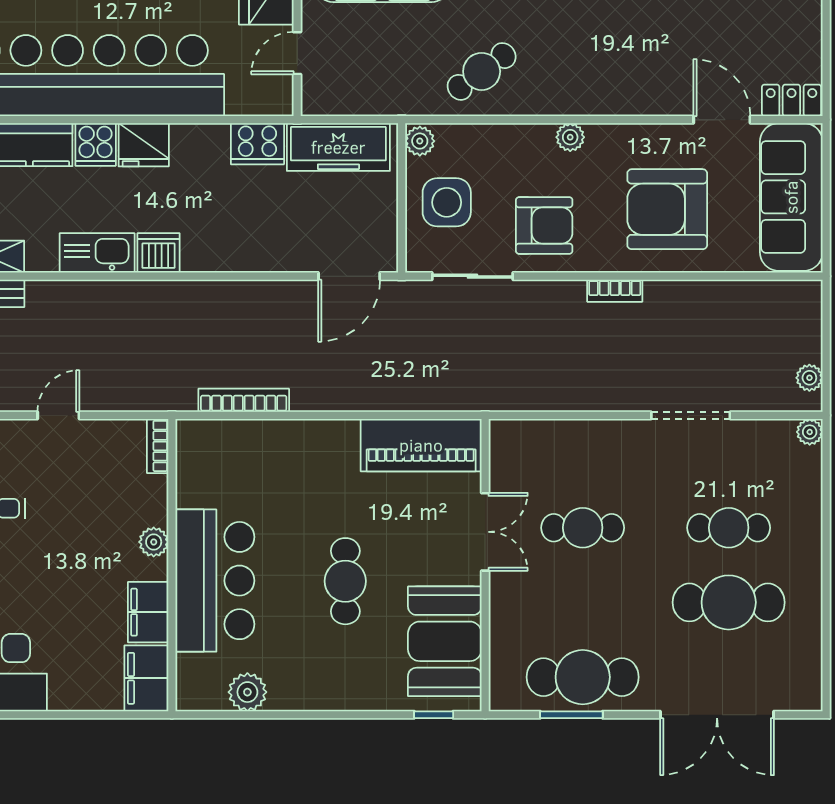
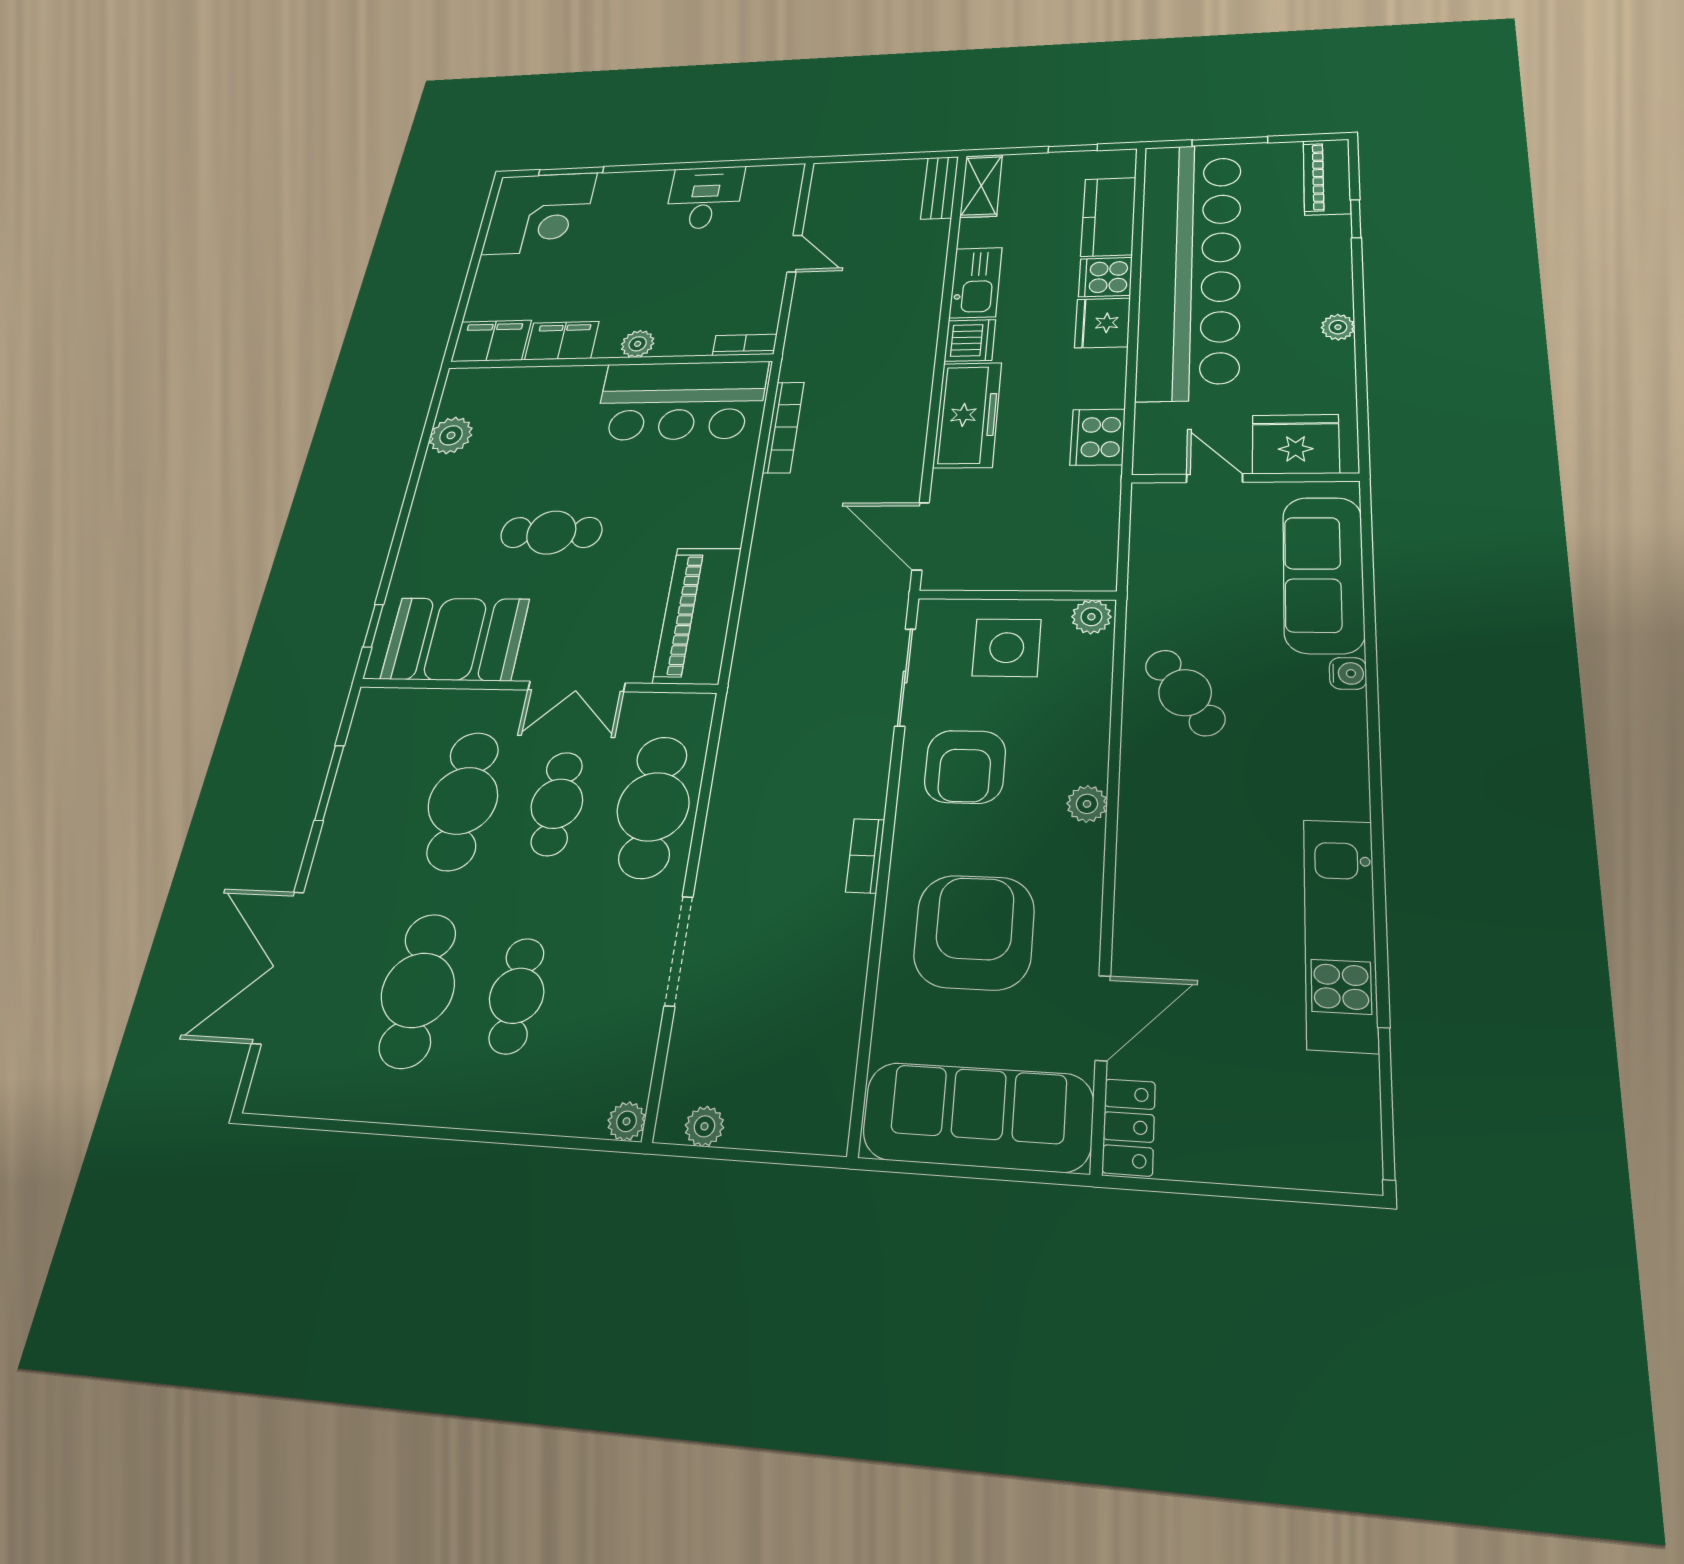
freezer: (338, 147) -> (968, 415), moved, turned 180
cafe table: (583, 453) -> (653, 807), added
bar counter: (215, 581) -> (681, 401), moved
cafe table: (583, 677) -> (463, 801), moved

